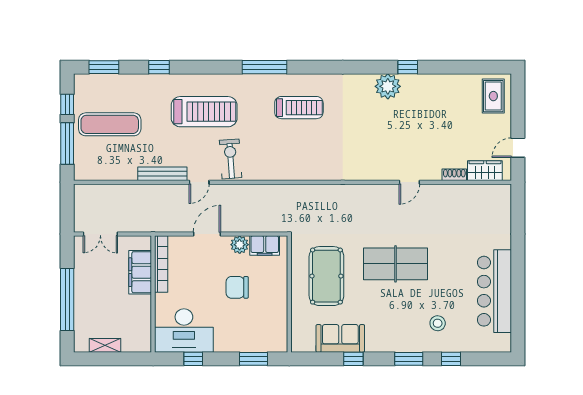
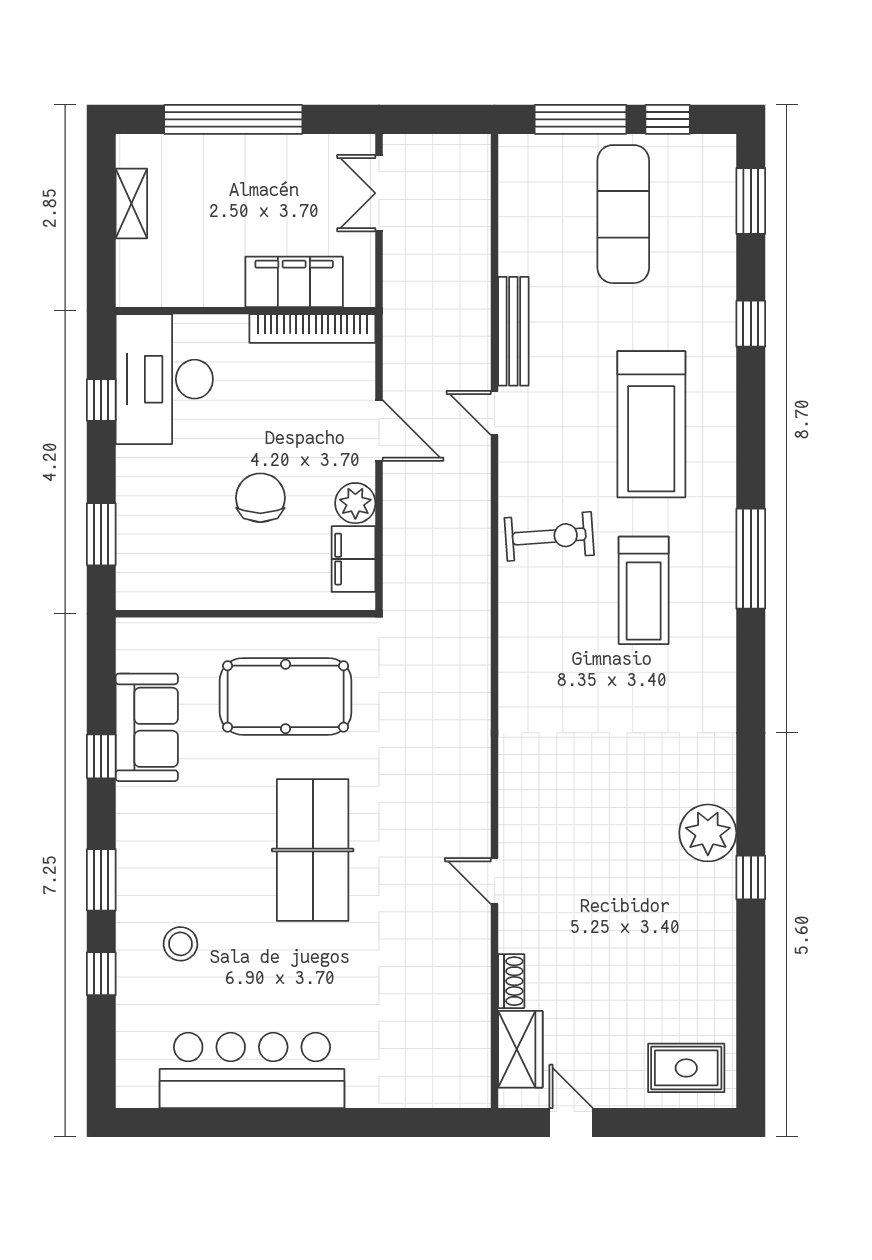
treadmill: (299, 108) -> (644, 590), moved
exercise bike: (231, 159) -> (549, 536), moved

